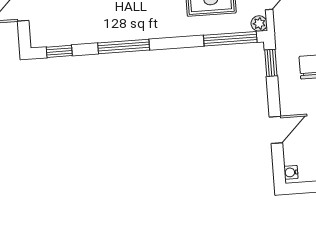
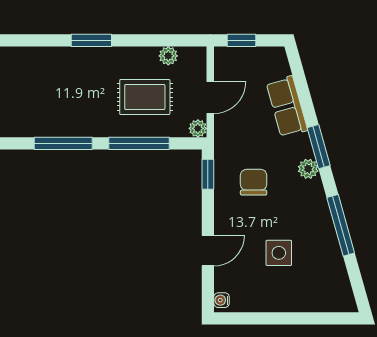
window: (230, 39) -> (139, 143), moved
window: (124, 47) -> (63, 143), moved

